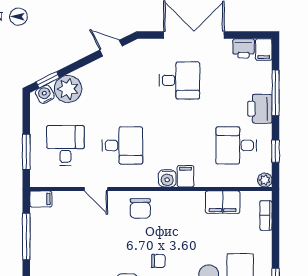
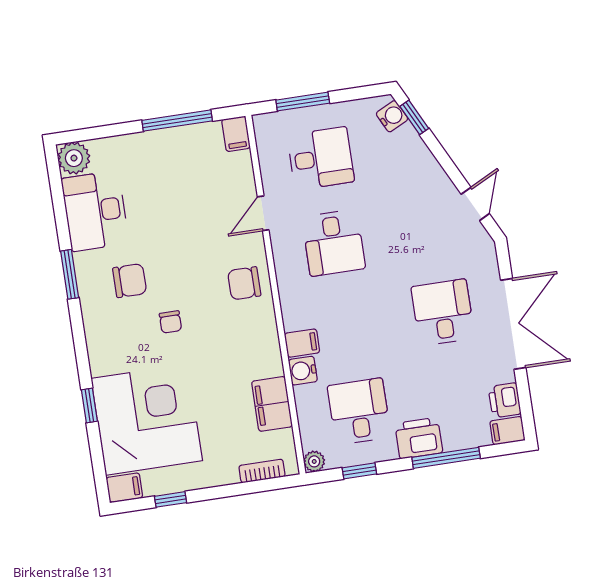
desk: (179, 80) -> (443, 312), turned 180
plant: (68, 89) -> (405, 149), removed
water cooler: (167, 178) -> (303, 371), moved

